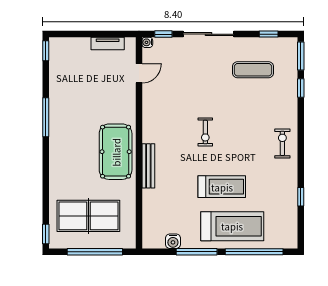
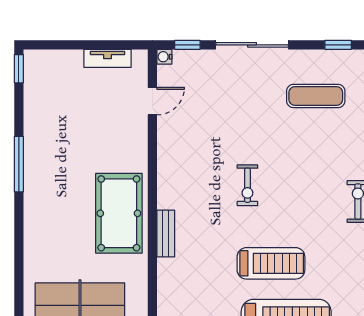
bench: (148, 166) -> (166, 234), width x0.73

